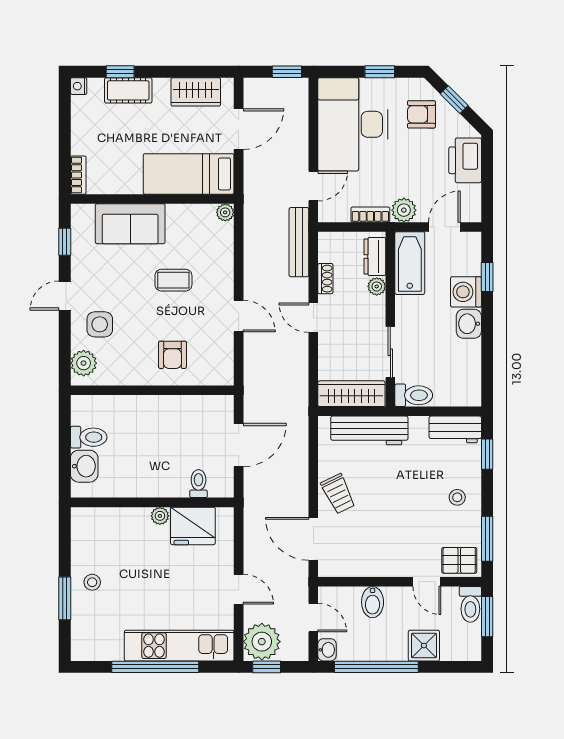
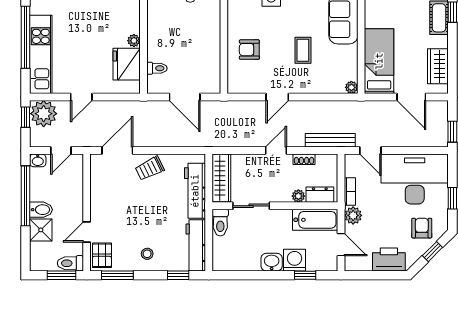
workbench: (455, 429) -> (196, 245), width x1.38
bidet: (373, 602) -> (41, 210), moved, turned 180

